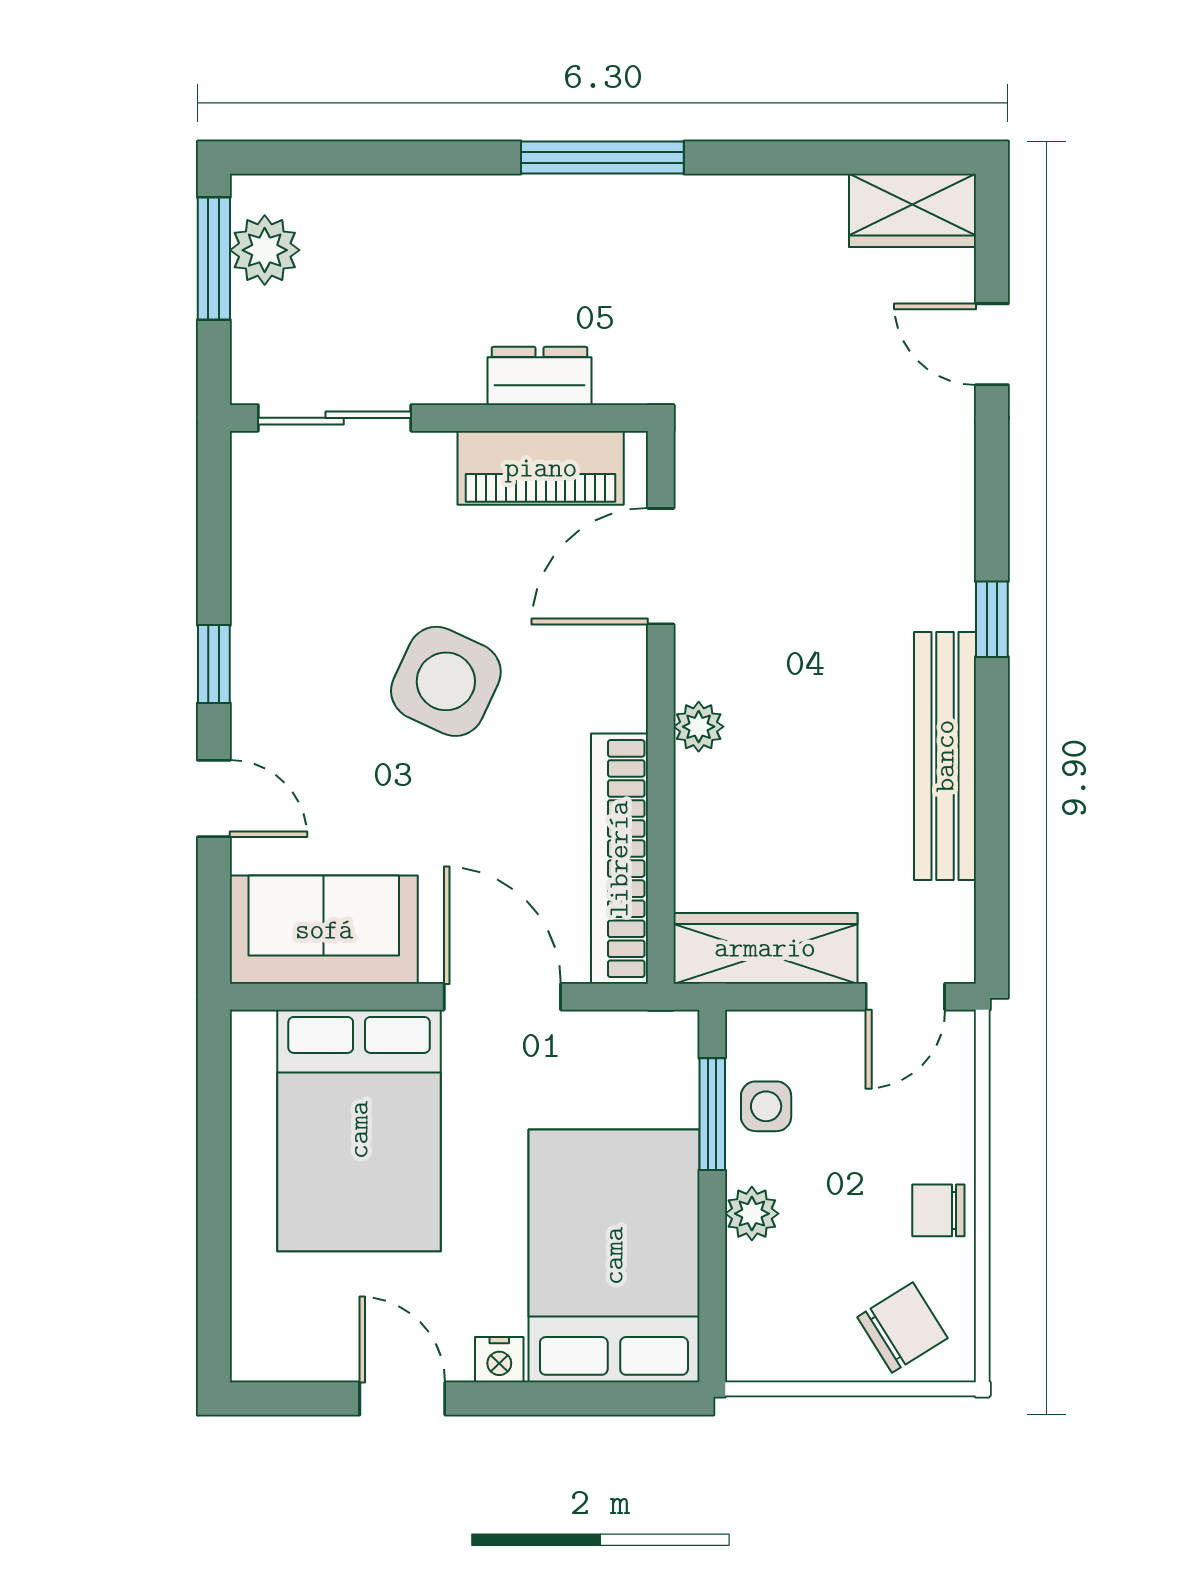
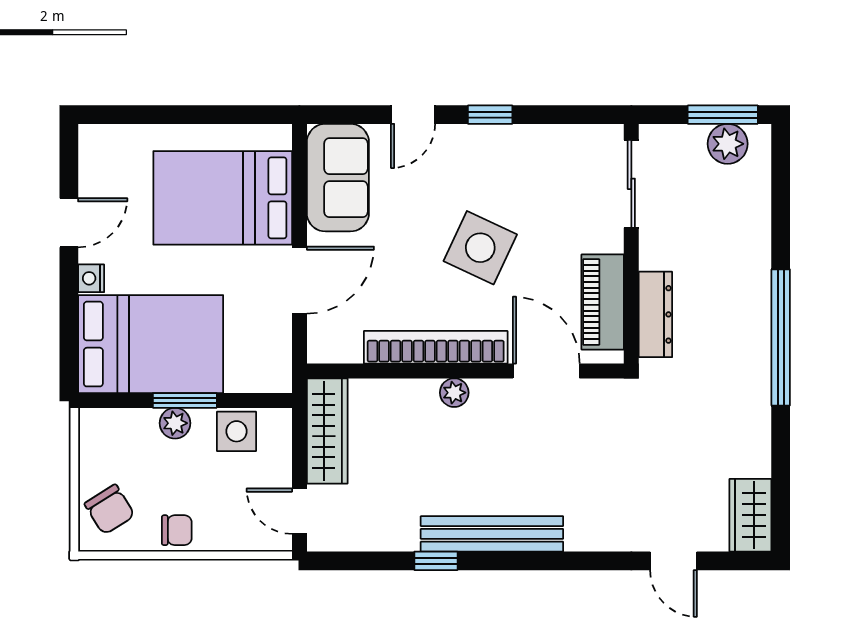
window: (602, 158) -> (781, 337), width x1.46
door: (992, 344) -> (674, 561), swing flipped
dresser: (540, 376) -> (655, 314), width x1.44
window: (992, 619) -> (436, 561), moved
bench: (945, 756) -> (492, 534), moved
bookcase: (619, 859) -> (436, 347), moved
side table: (766, 1106) -> (236, 431), width x1.37, depth x1.37
window: (712, 1114) -> (185, 400), moved
chair: (938, 1210) -> (177, 530), turned 90

